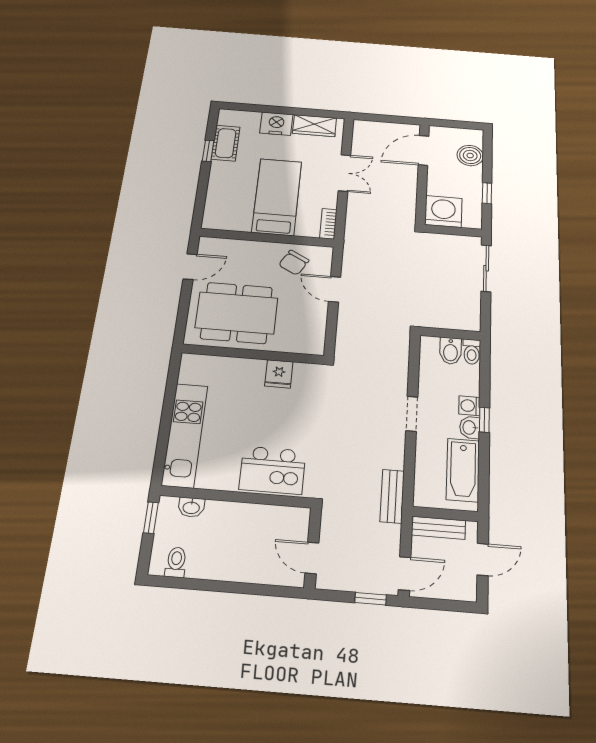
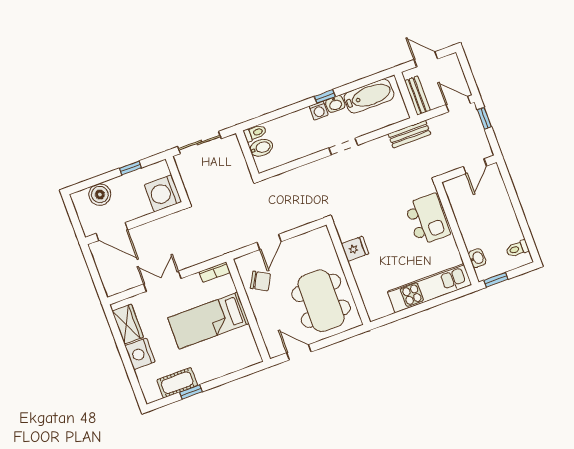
wall: (450, 334) -> (247, 153), moved
bidet: (451, 351) -> (261, 148), moved
toilet: (472, 352) -> (255, 133), moved

